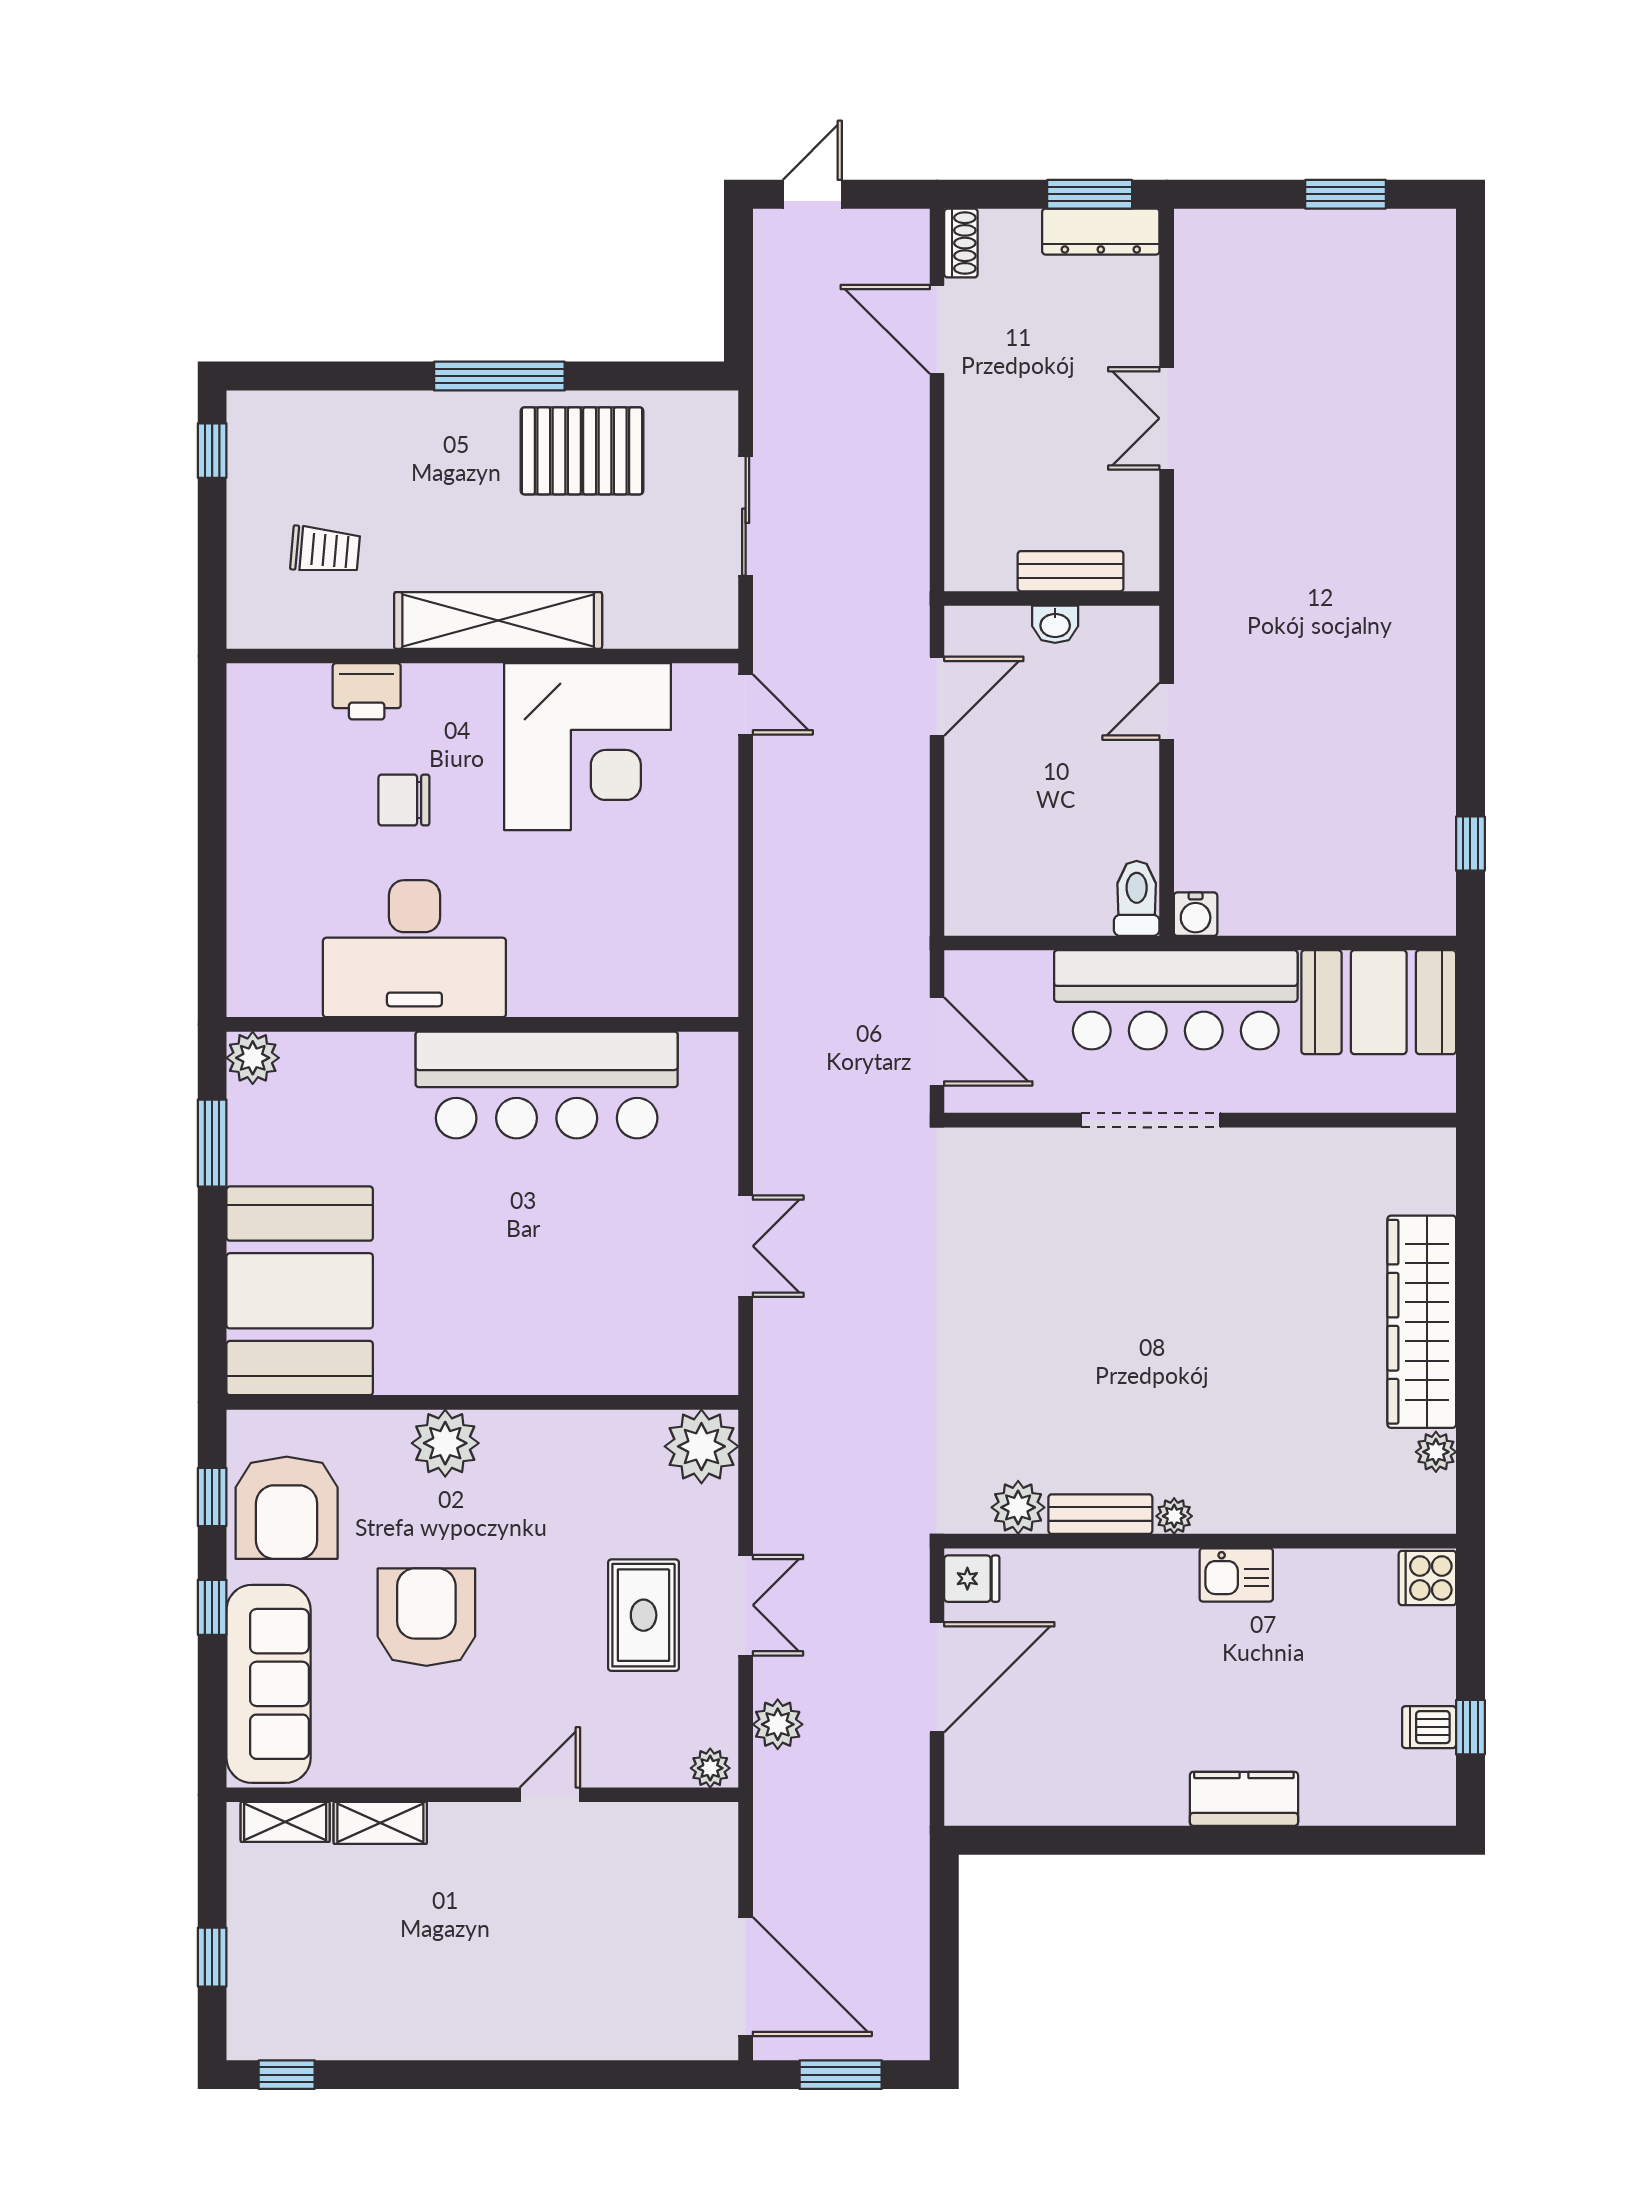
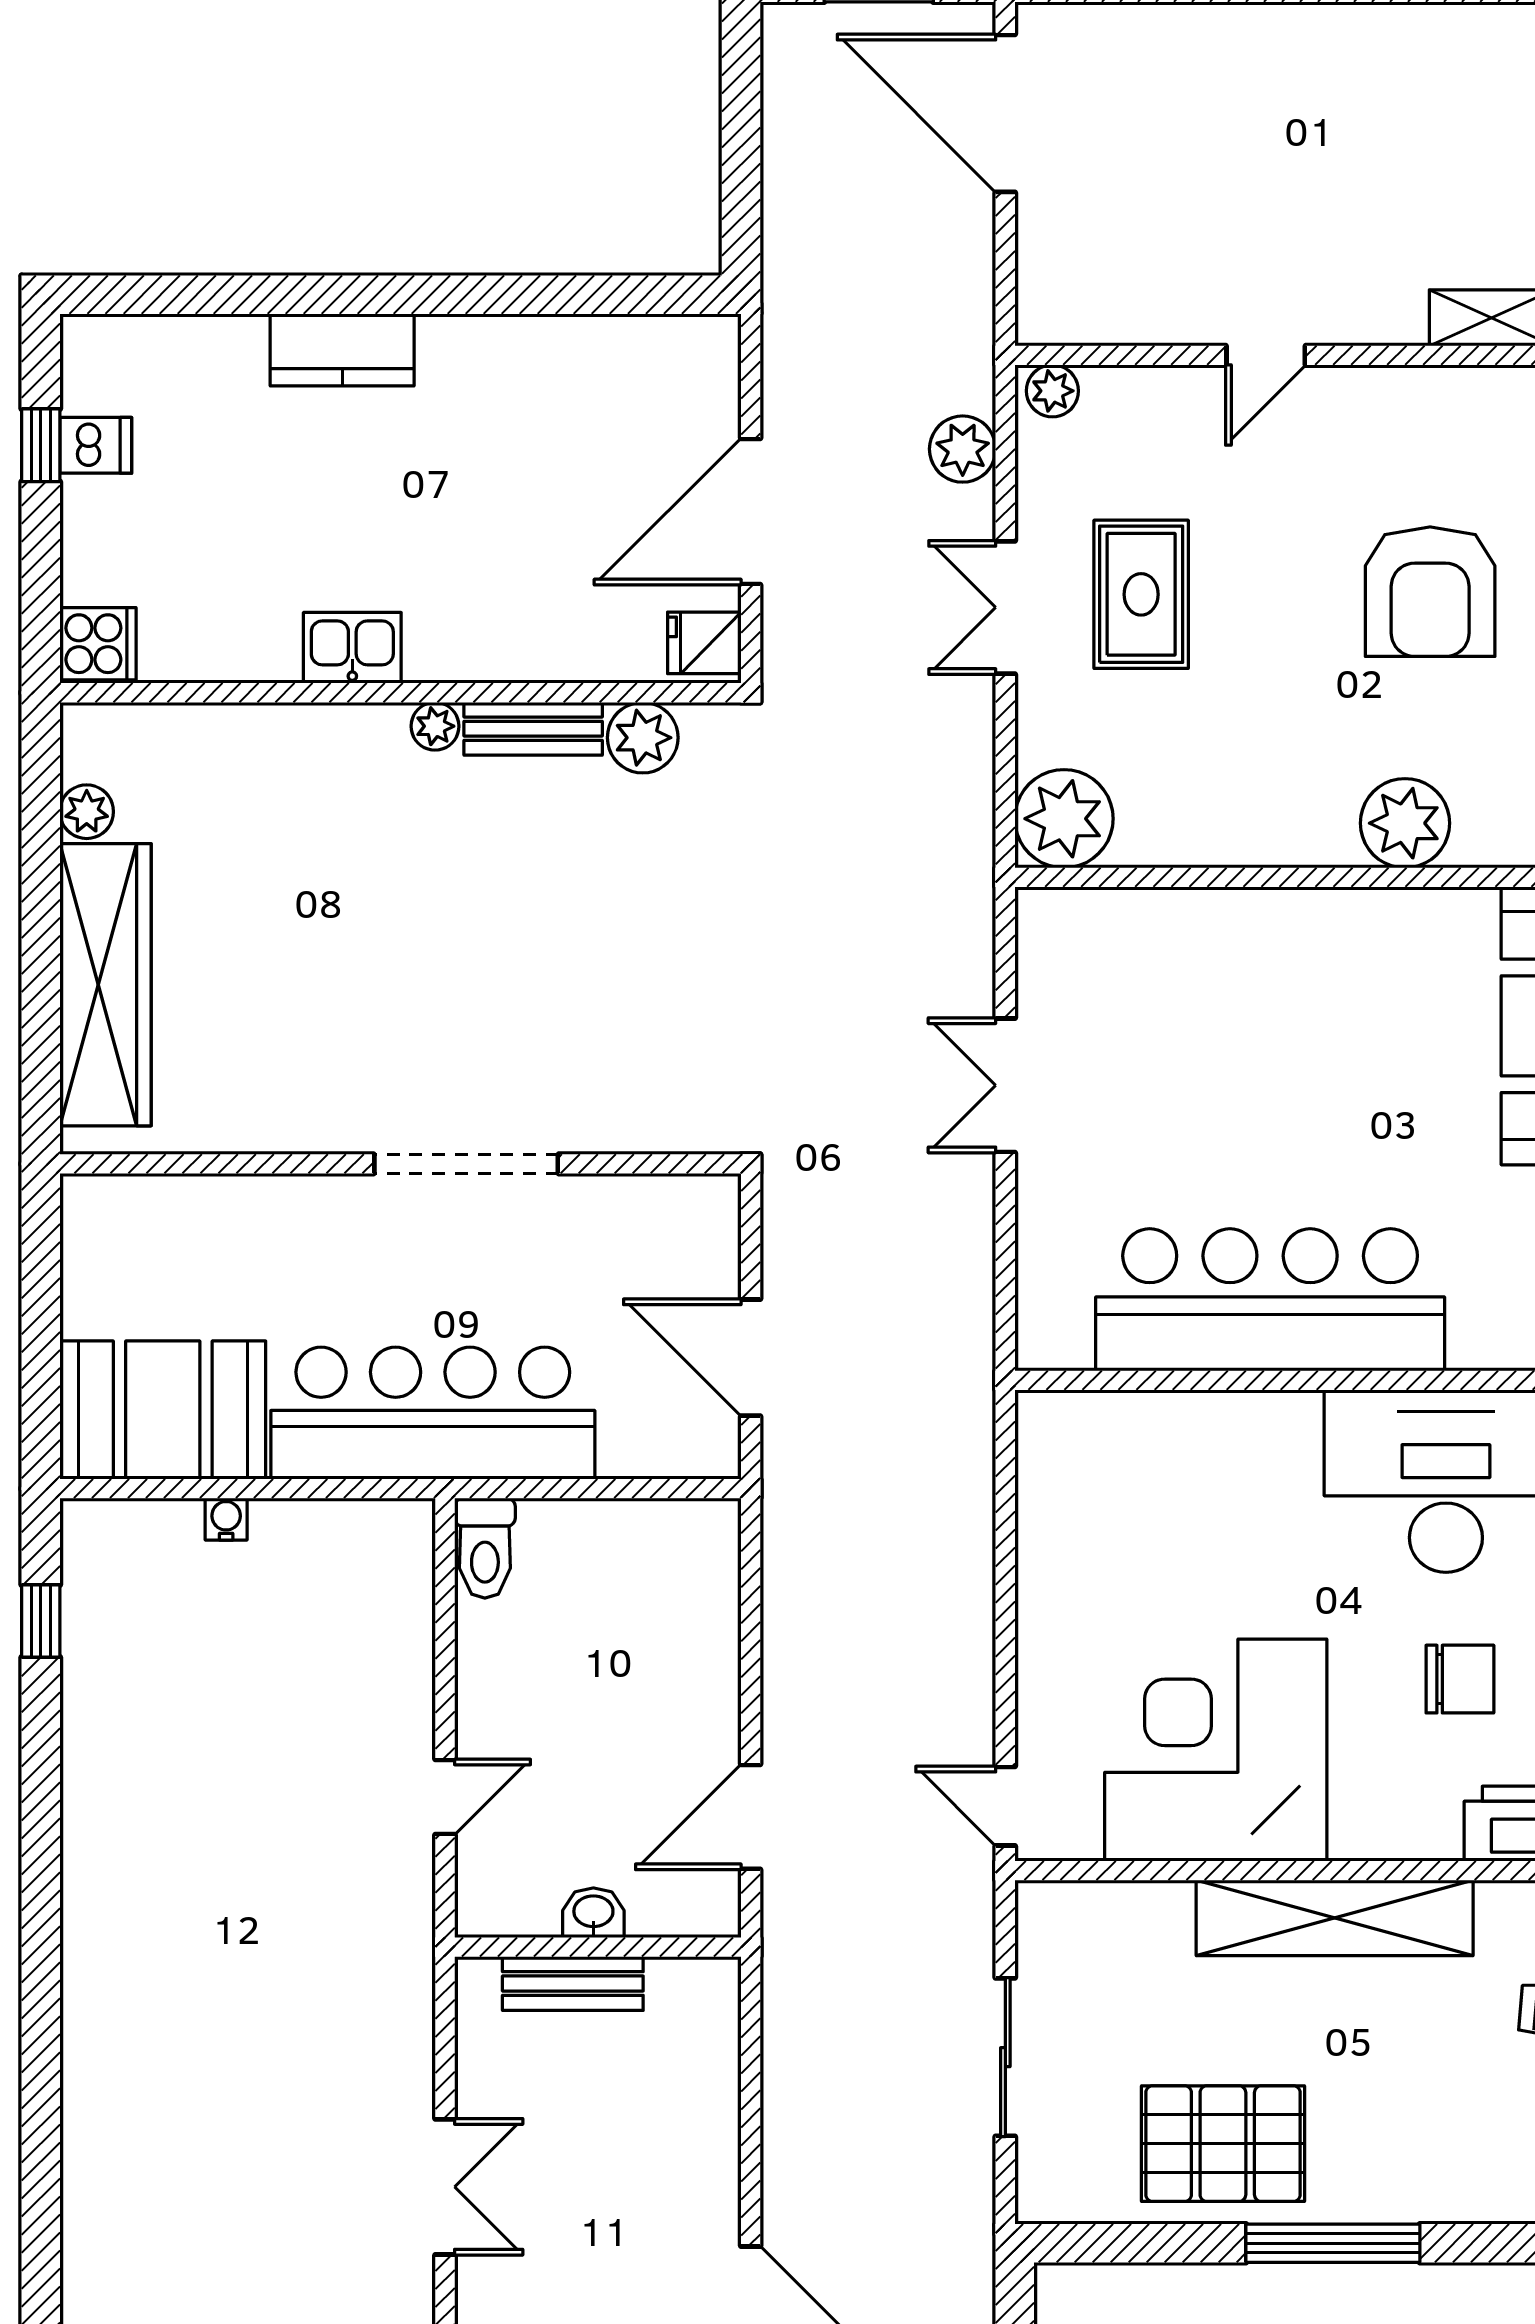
water cooler: (1196, 914) -> (226, 1519), moved, width x0.72, depth x0.72
doorway: (1151, 1120) -> (466, 1164), moved
wall: (1200, 1120) -> (400, 1164), moved

